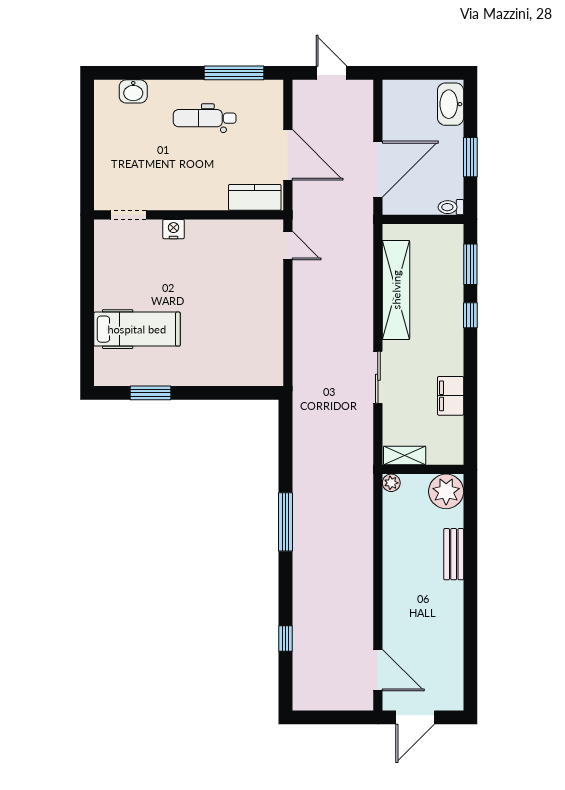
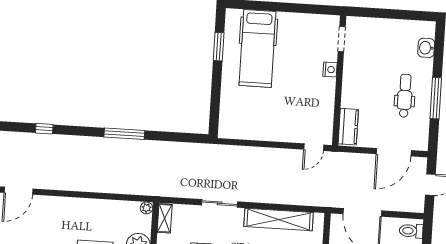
window: (234, 73) -> (436, 98), moved
toilet: (400, 97) -> (411, 231), added
door: (288, 155) -> (394, 152), moved
hospital bed: (137, 329) -> (257, 48), width x1.37, depth x1.29

